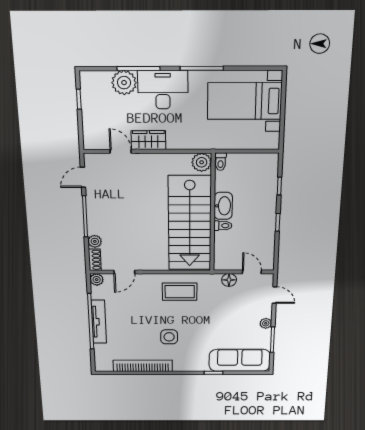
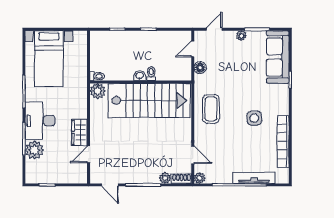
washbasin: (223, 206) -> (140, 76), width x0.52, depth x0.69
tv unit: (99, 322) -> (254, 178), moved

